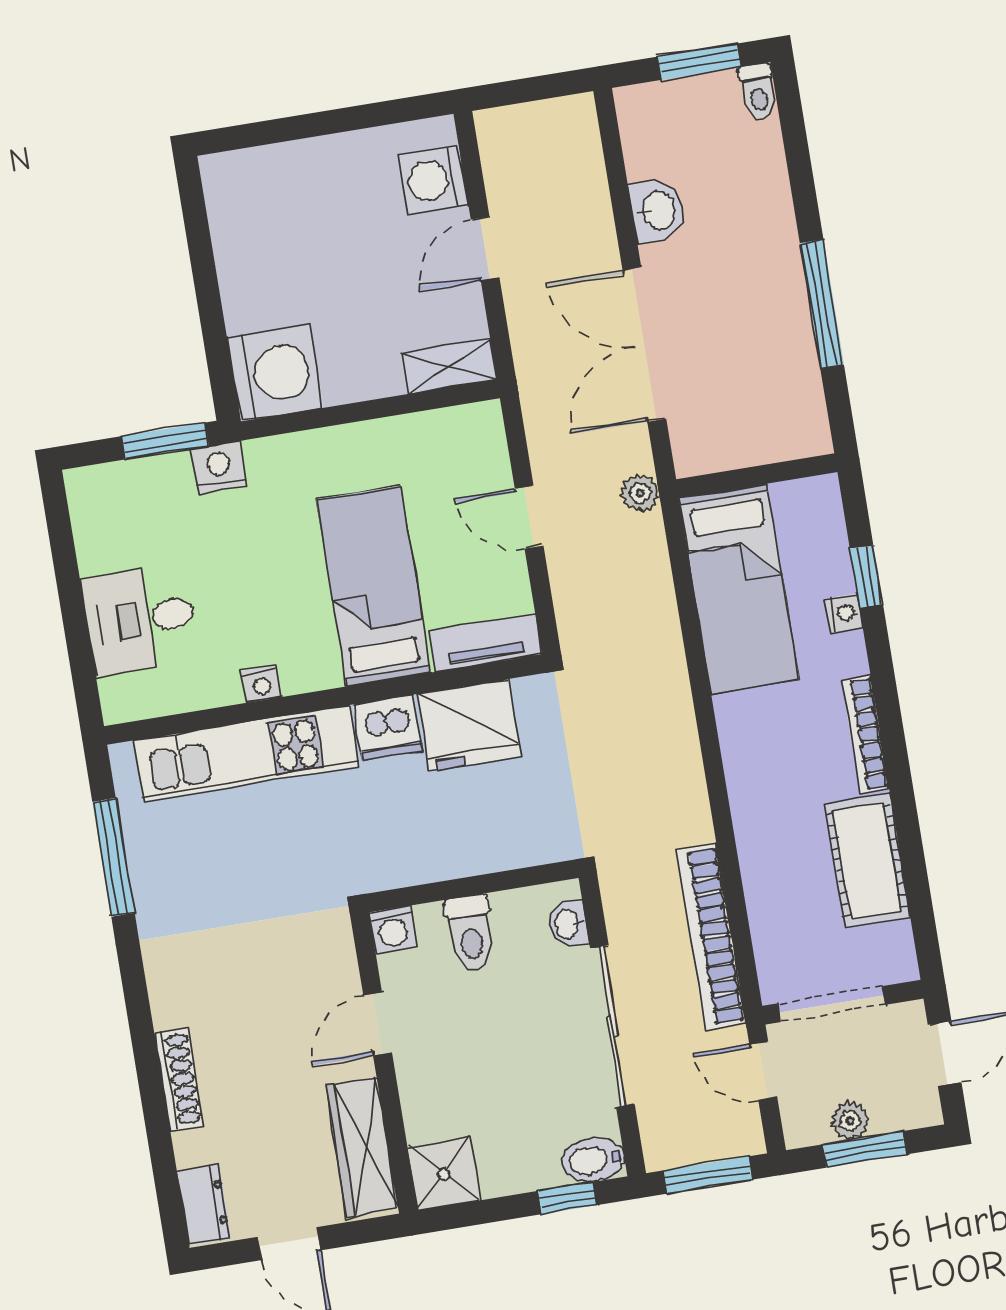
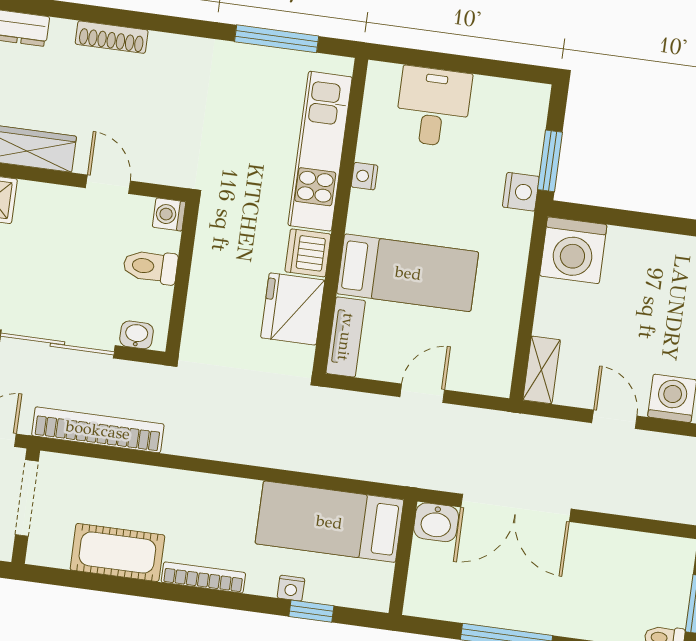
washbasin: (658, 210) -> (436, 522), moved
double door: (644, 344) -> (516, 508), swing flipped
plant: (640, 493) -> (415, 474), removed

